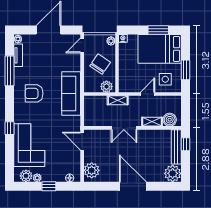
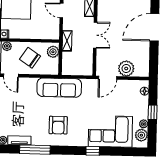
plant: (92, 170) -> (126, 69), moved

